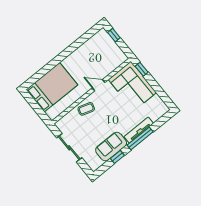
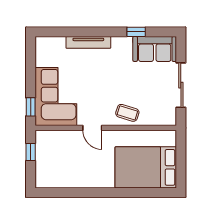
window: (114, 35) -> (31, 152), moved
window: (140, 138) -> (94, 32), removed
sofa: (111, 147) -> (155, 49), moved

